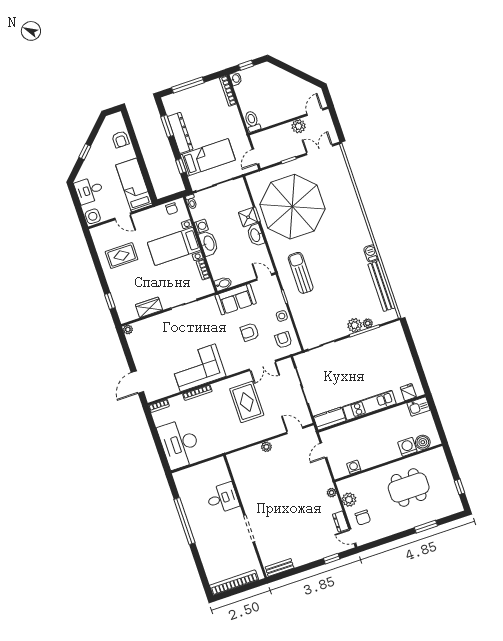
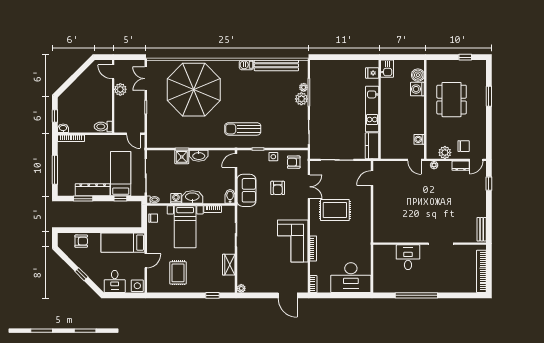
parasol: (292, 207) -> (194, 90), moved
plant: (266, 447) -> (378, 206), removed
door: (323, 450) -> (414, 160), moved

